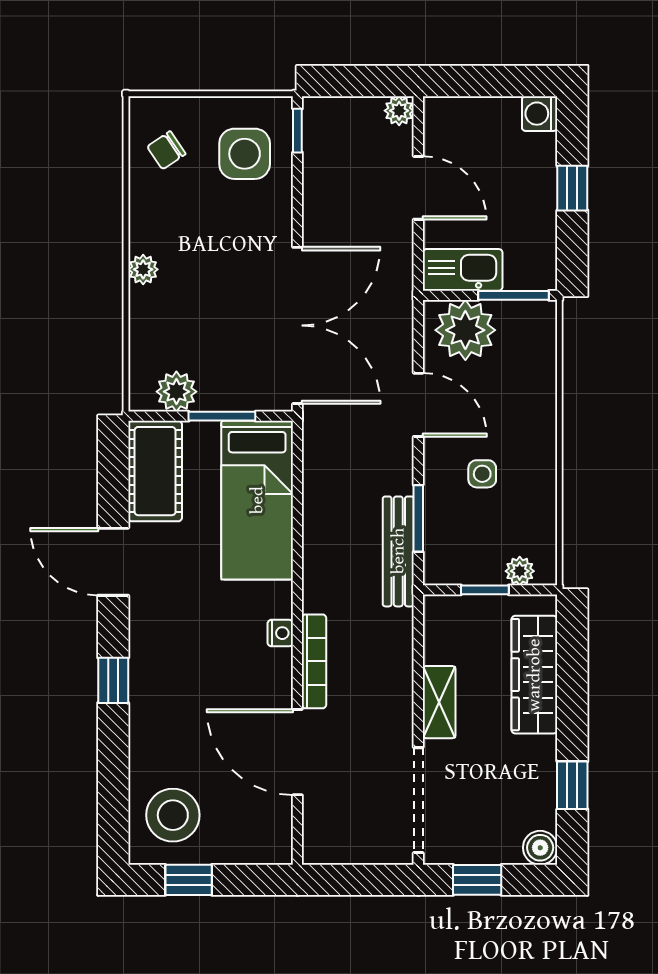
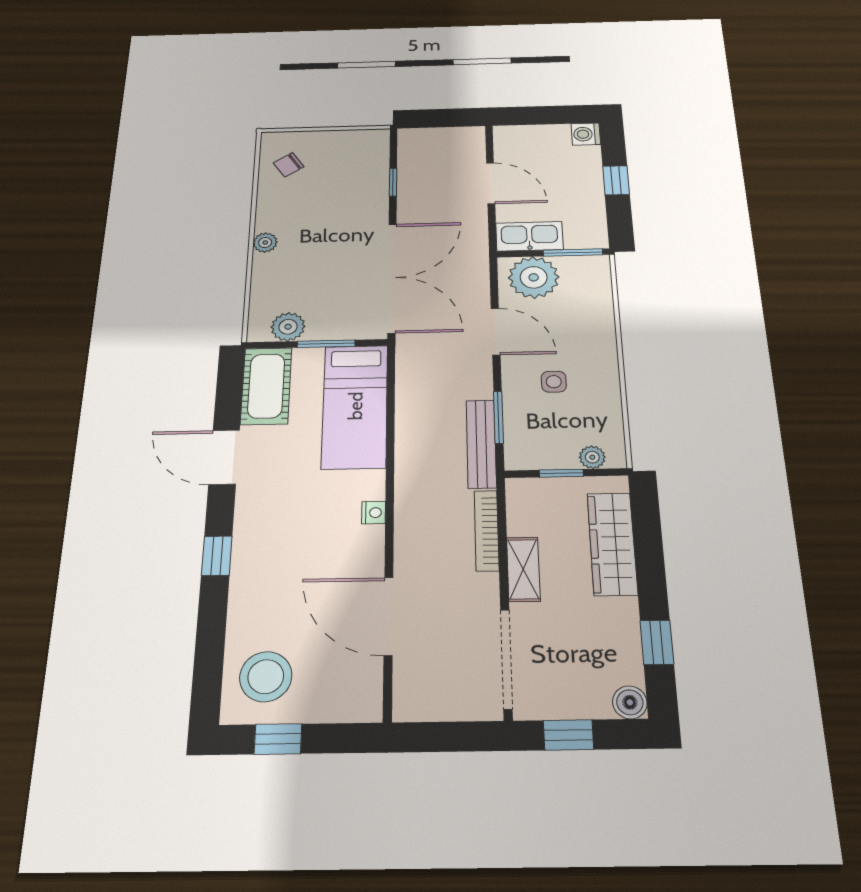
plant: (399, 111) -> (474, 135), removed
window: (297, 131) -> (393, 182), moved
side table: (245, 154) -> (351, 165), removed
bookcase: (314, 661) -> (487, 530), moved, turned 180

